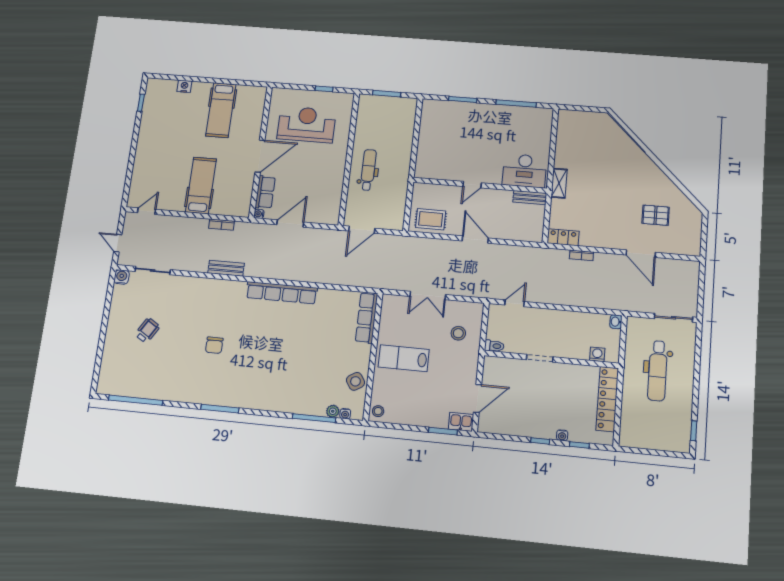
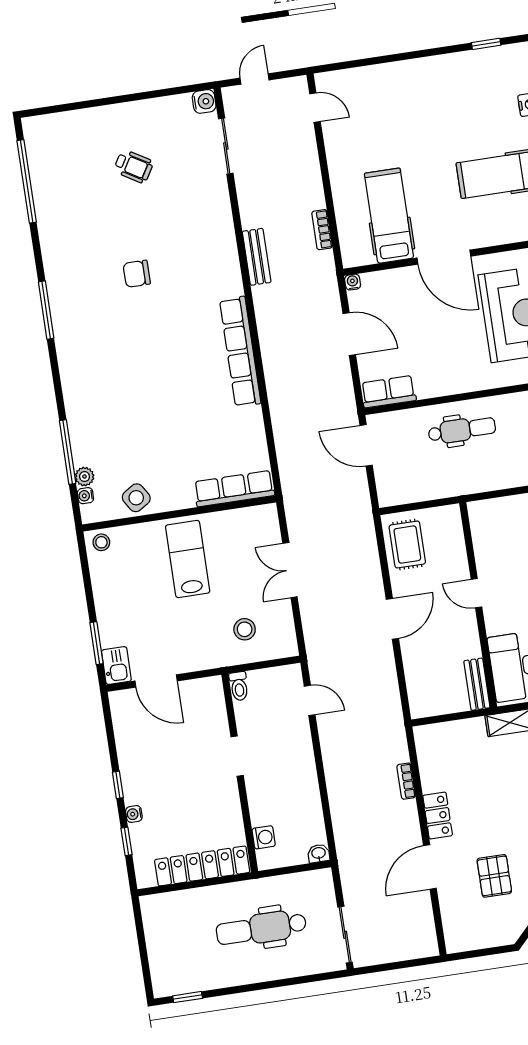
hospital bed: (201, 185) -> (389, 216), moved, turned -90
row of seats: (265, 192) -> (388, 392), moved, turned 180
locker: (563, 237) -> (438, 816), moved

